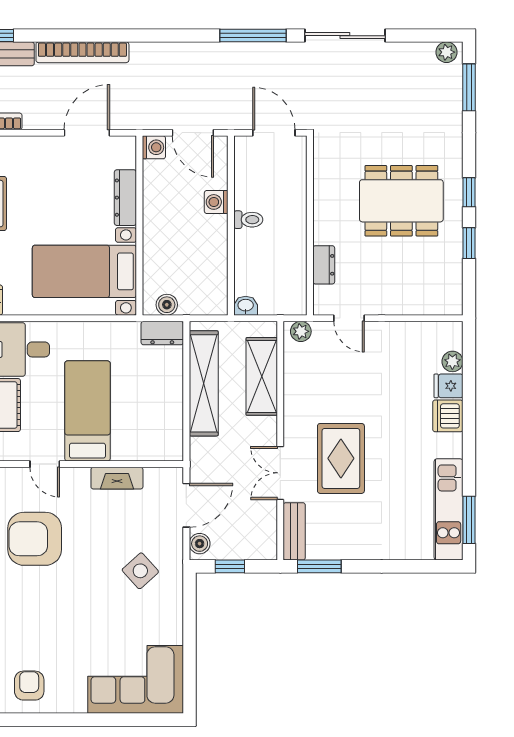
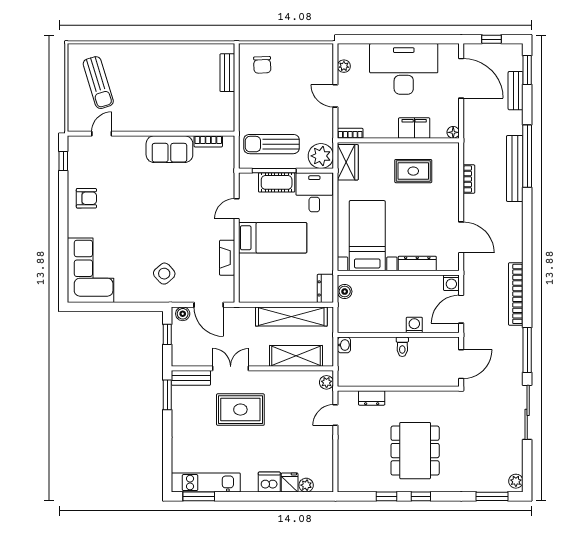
bookcase: (82, 52) -> (516, 294), moved
armchair: (35, 539) -> (186, 202), removed

